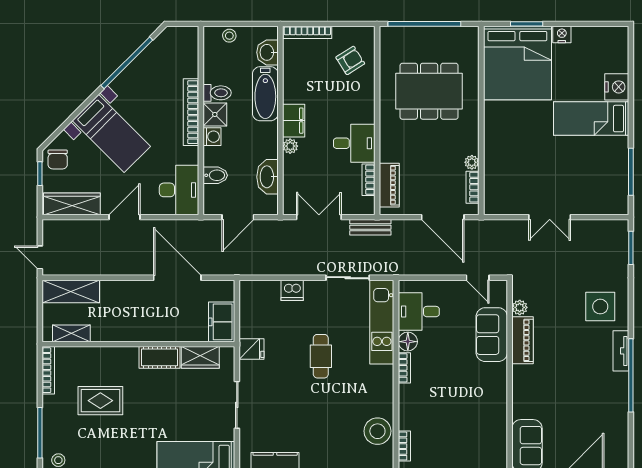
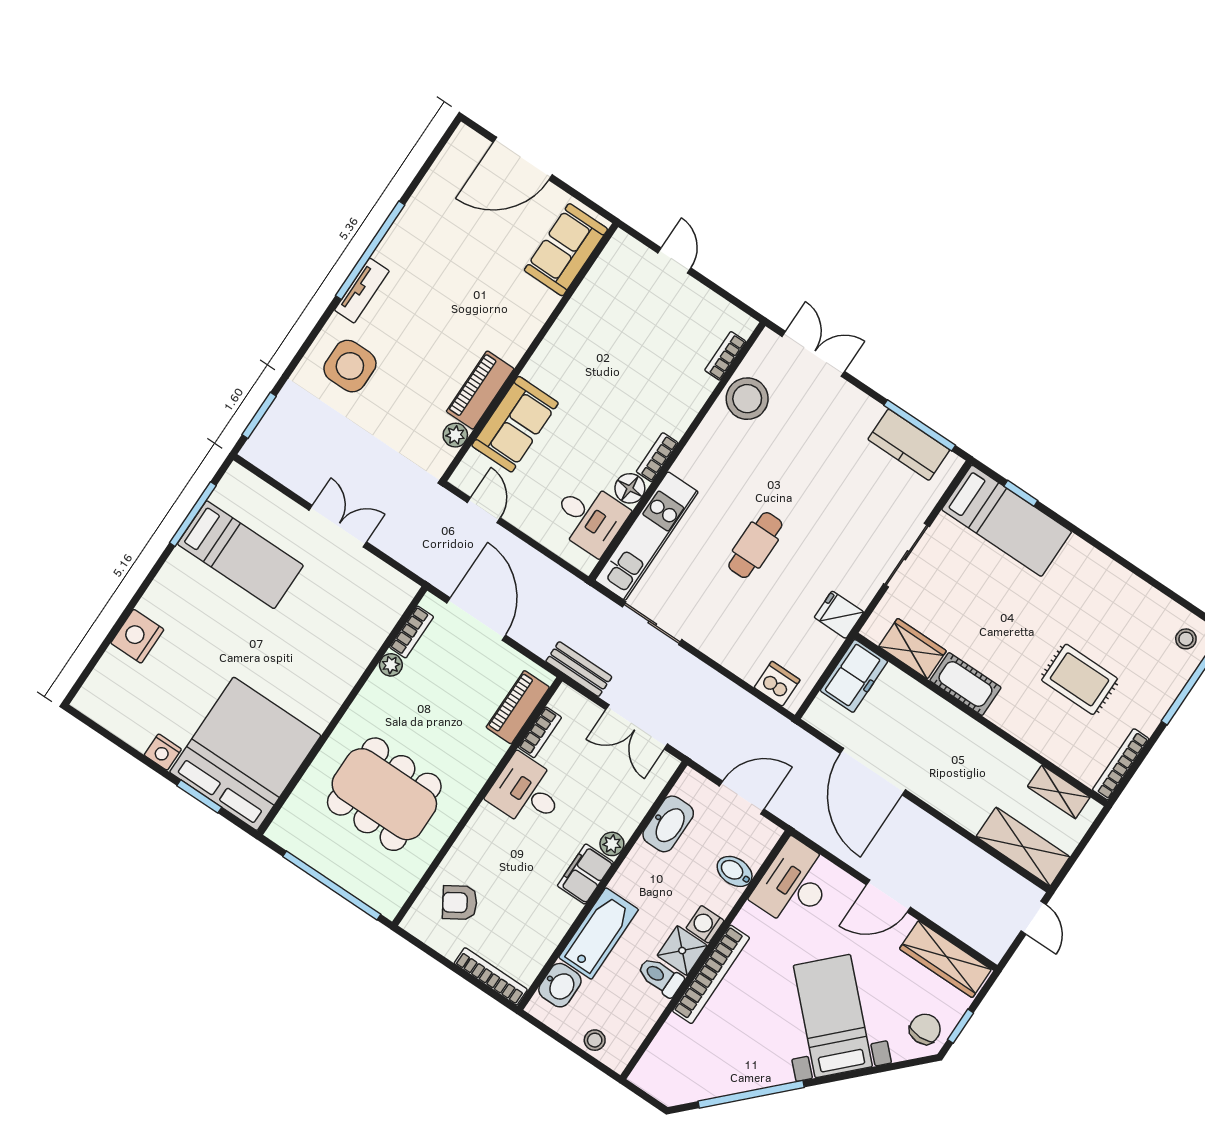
bed: (591, 119) -> (240, 555), moved
dishwasher: (292, 290) -> (777, 684), moved

